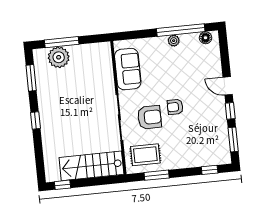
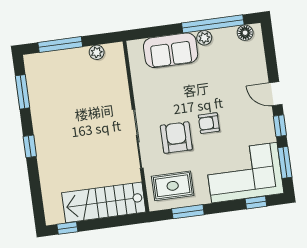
plant: (59, 57) -> (97, 52), moved, width x0.53, depth x0.53
sofa: (128, 69) -> (171, 50), moved, turned 90
armchair: (149, 117) -> (176, 137), turned -90
corner sofa: (201, 146) -> (244, 173), added

